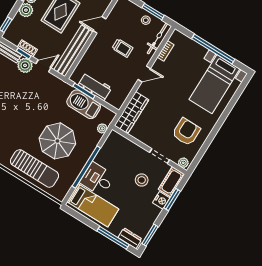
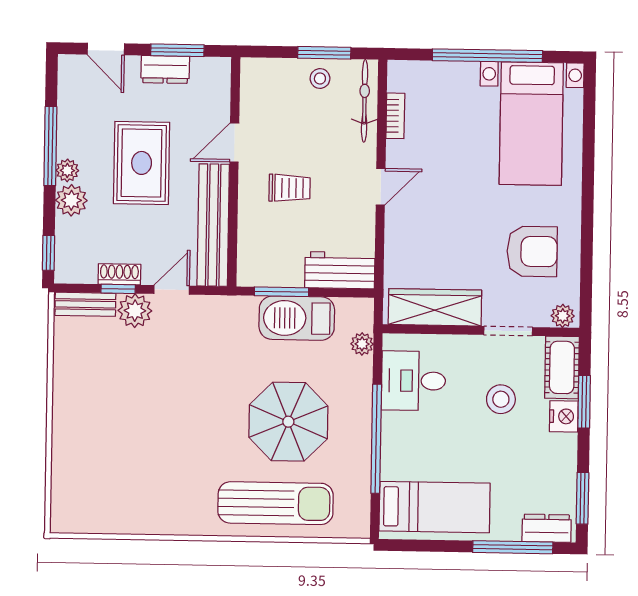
trolley: (122, 48) -> (290, 188), moved
workbench: (95, 86) -> (340, 270), moved
wardrobe: (132, 113) -> (435, 307), moved, turned -90
armchair: (186, 132) -> (532, 251), turned 90
desk: (97, 179) -> (413, 381), moved

